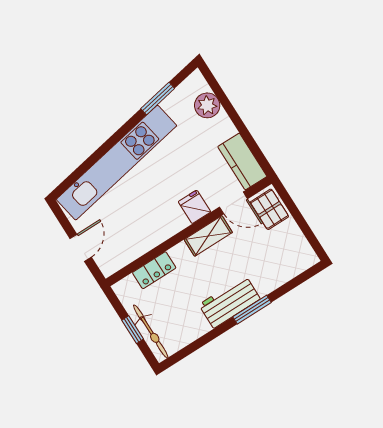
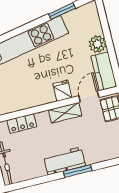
plant: (207, 105) -> (97, 44), moved
door: (233, 203) -> (89, 97), swing flipped

